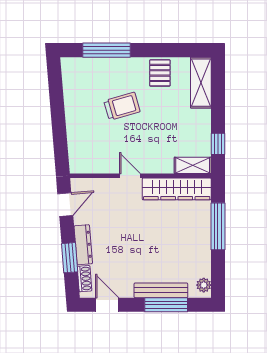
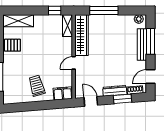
trolley: (122, 106) -> (37, 86), moved
filing cabinet: (79, 157) -> (63, 94), added

